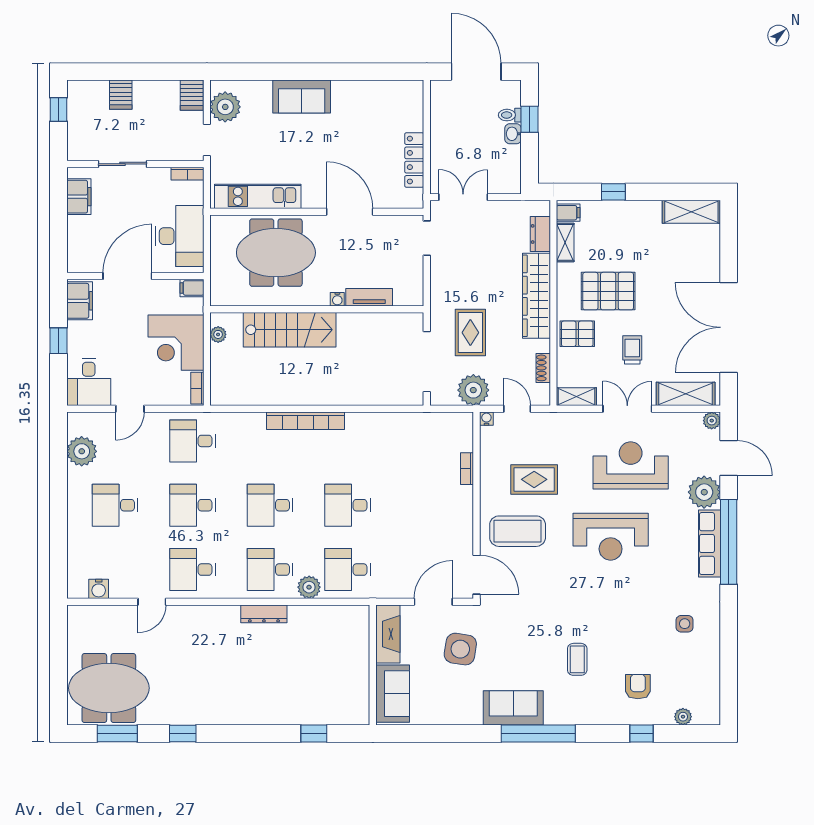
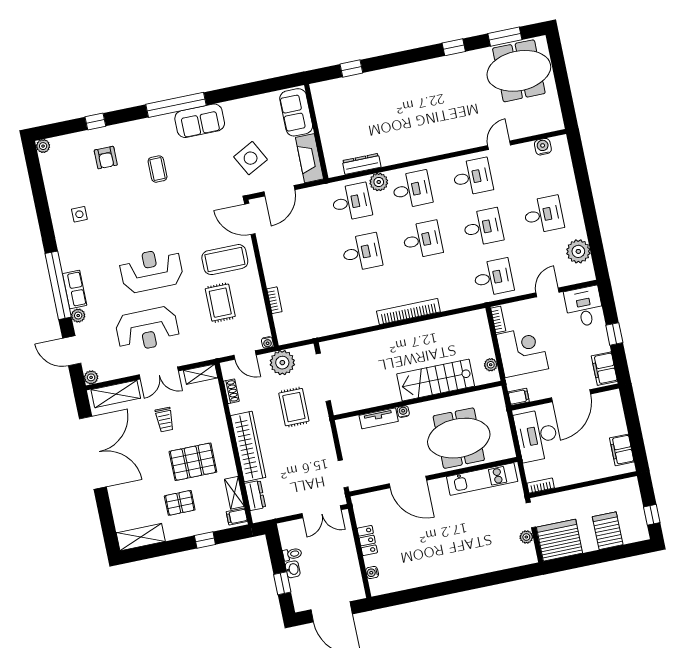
server rack: (121, 95) -> (608, 531), width x1.36, depth x1.44
server rack: (192, 95) -> (560, 540), width x2.18, depth x1.44
sofa: (302, 97) -> (464, 564), removed
plant: (225, 107) -> (526, 537), width x0.53, depth x0.53
water cooler: (416, 110) -> (372, 573), added
toilet: (510, 115) -> (292, 554), moved
locker: (414, 160) -> (367, 540), width x0.66
sliding door: (122, 164) -> (593, 483), removed
pallet: (577, 334) -> (180, 503), moved
rug: (534, 479) -> (220, 303), turned 90
plant: (704, 492) -> (78, 316), width x0.53, depth x0.53
row of seats: (710, 544) -> (75, 289), width x0.68
dresser: (264, 614) -> (362, 164), moved
side table: (460, 649) -> (251, 158), turned -37
plant: (683, 717) -> (43, 146), moved

